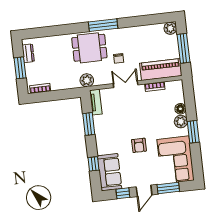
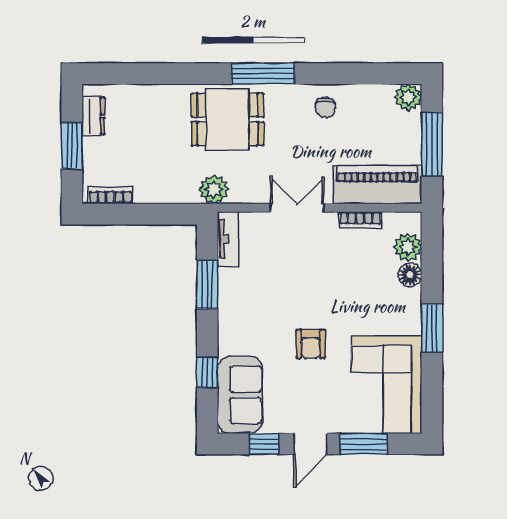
chair: (119, 58) -> (325, 107), moved
plant: (181, 122) -> (408, 247), moved

